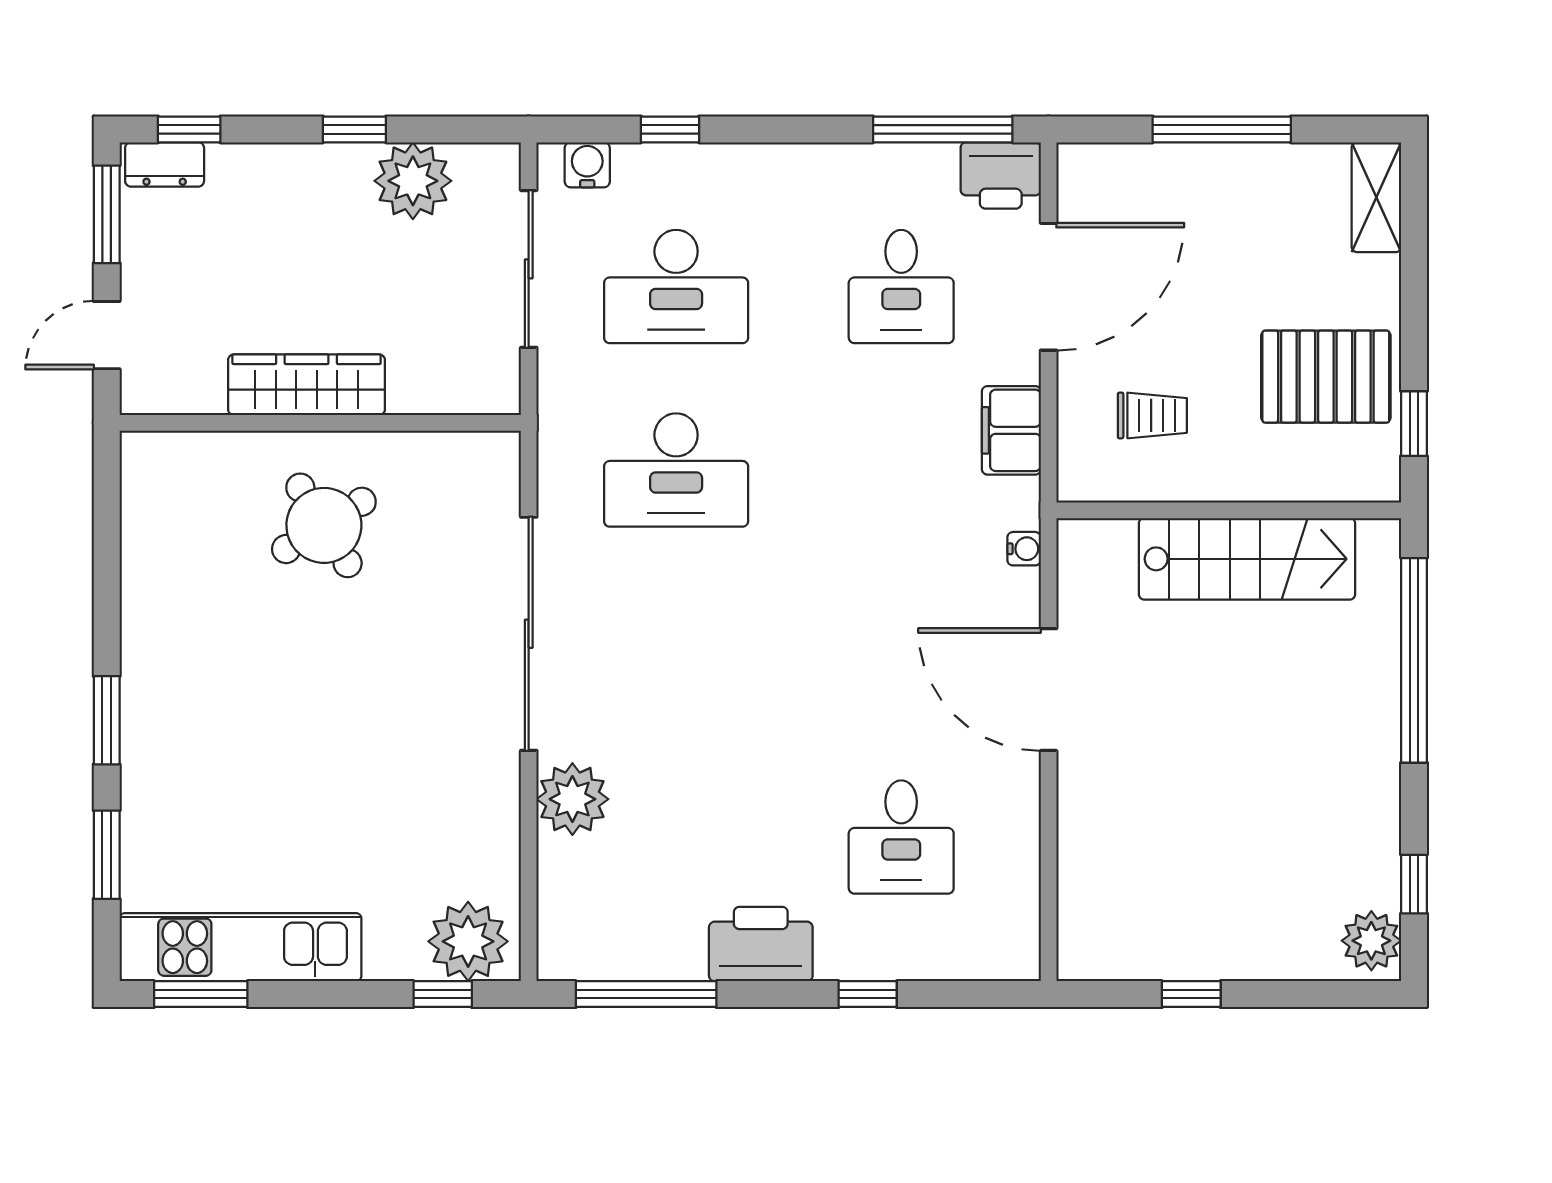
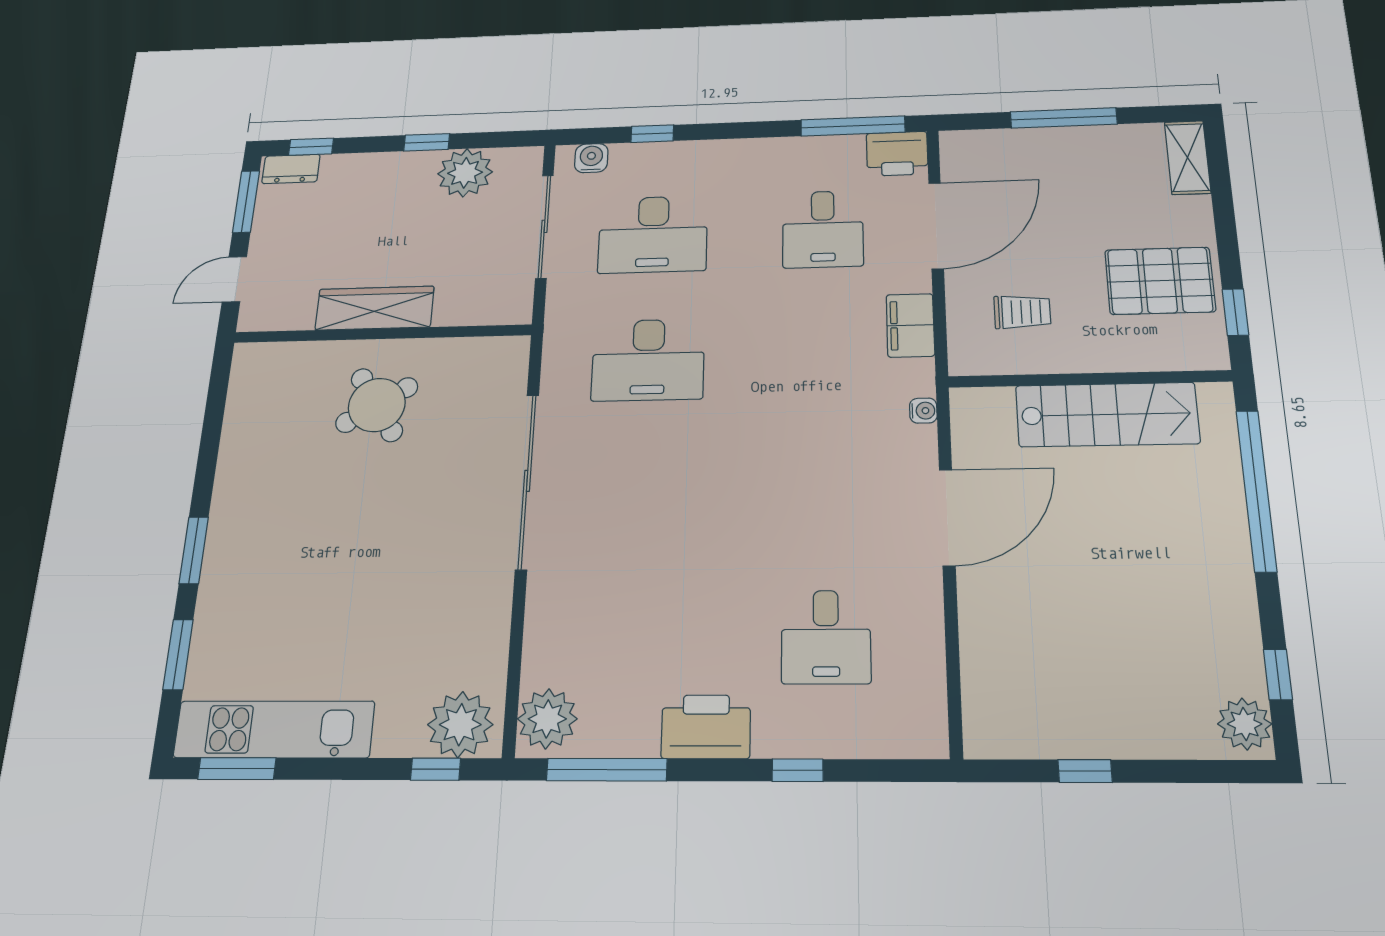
door: (1049, 690) -> (947, 517), swing flipped
plant: (572, 799) -> (547, 719), moved

